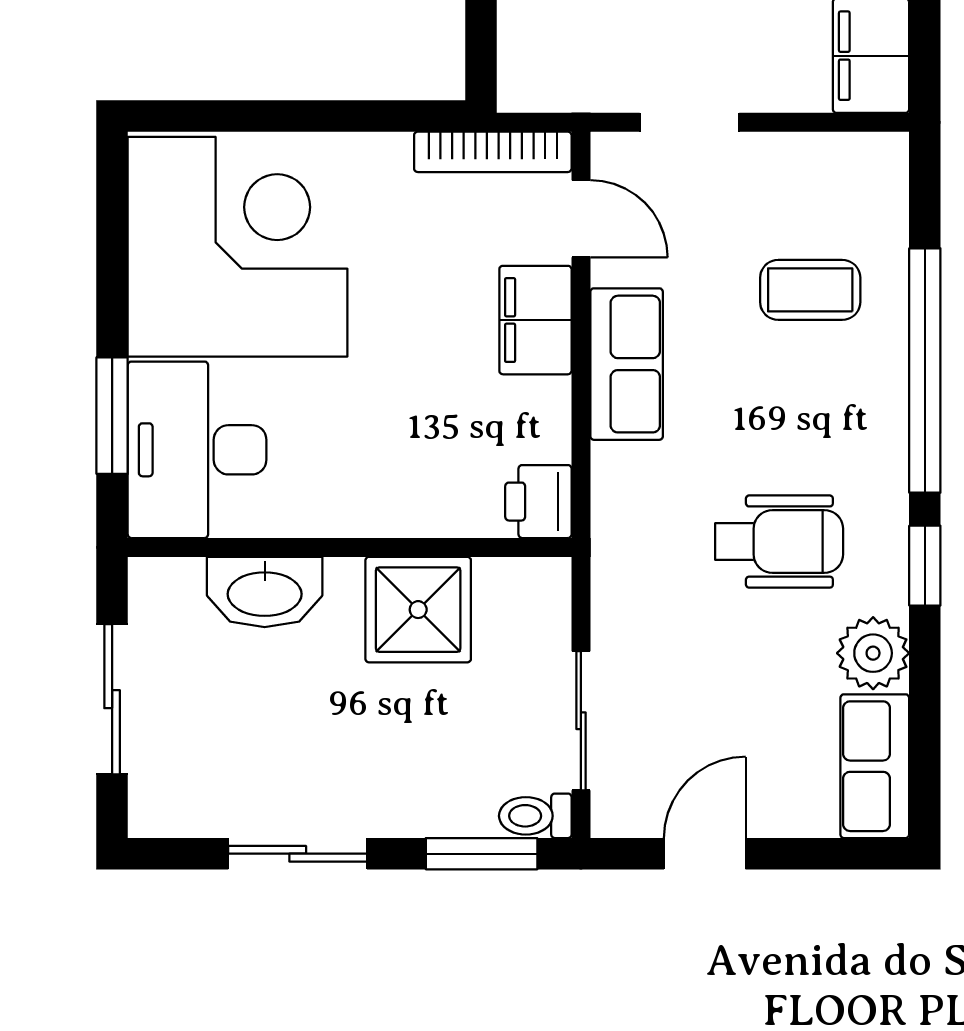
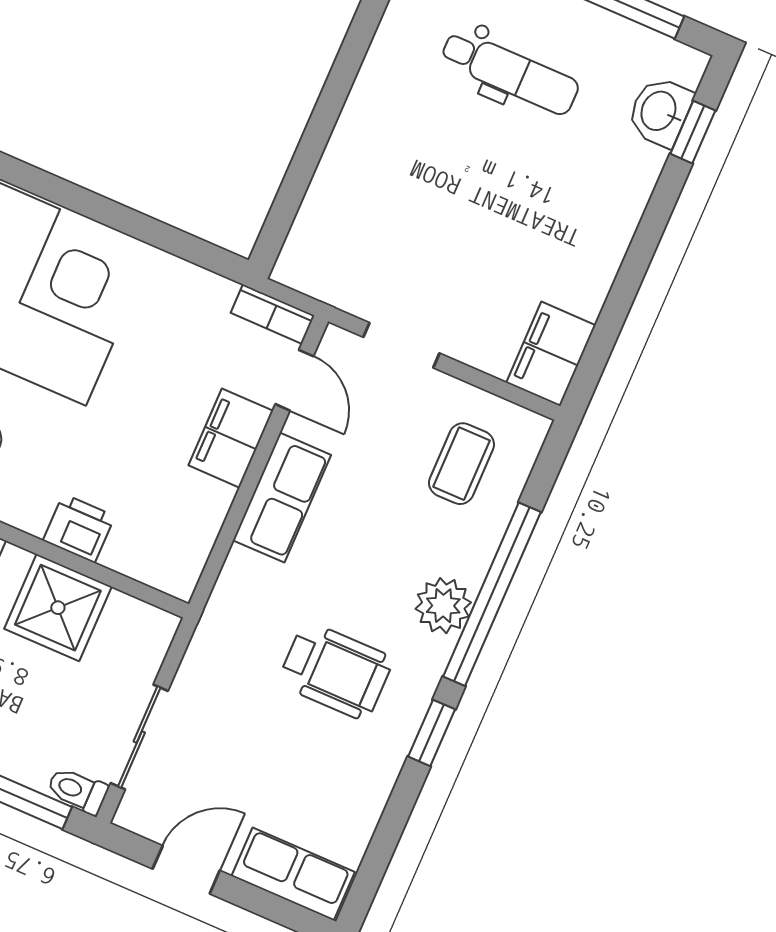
bookcase: (493, 152) -> (273, 314), width x0.64
coffee table: (810, 290) -> (461, 464), moved, turned 90
printer: (538, 502) -> (79, 528), moved, turned 90
plant: (873, 653) -> (443, 606), moved
row of seats: (875, 766) -> (293, 874), moved, turned 90

